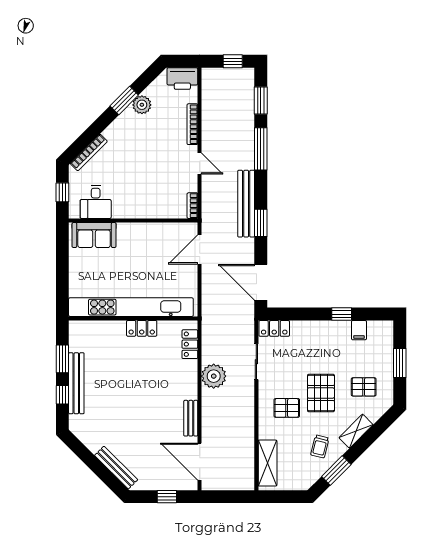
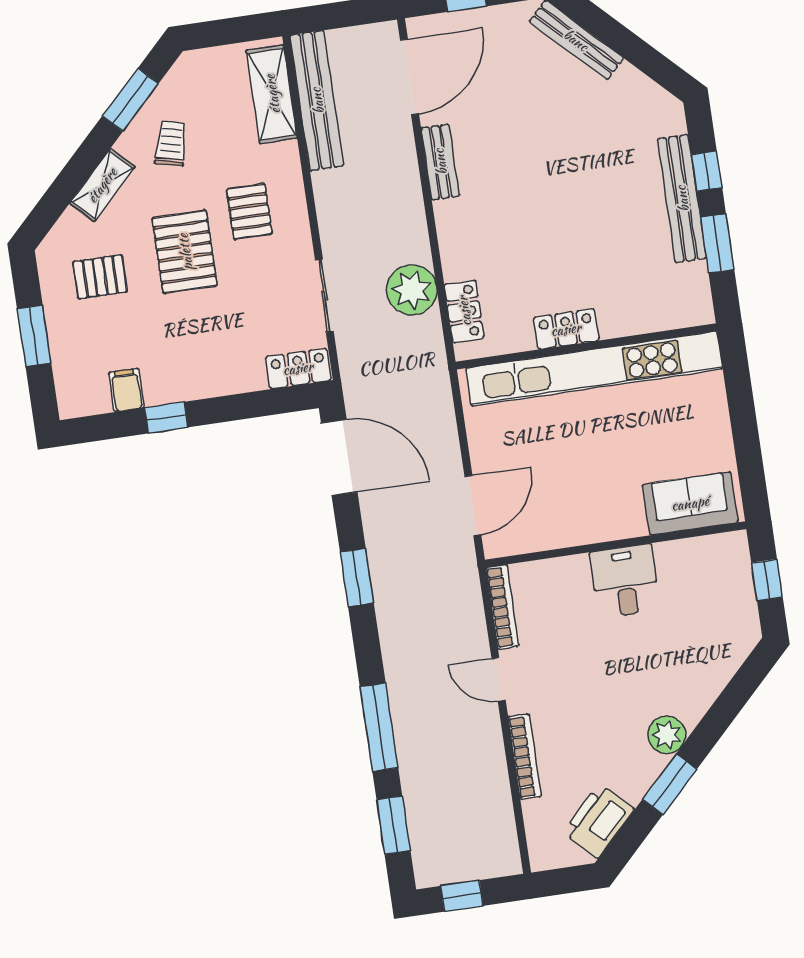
printer: (182, 79) -> (598, 821), moved, turned -45
plant: (142, 105) -> (667, 735), moved
bookcase: (89, 152) -> (725, 669), removed
desk: (96, 202) -> (625, 581), moved
bench: (246, 204) -> (317, 101), moved
bookcase: (192, 206) -> (502, 607), width x1.56
plant: (214, 376) -> (412, 290), moved
pallet: (287, 408) -> (249, 211), turned 90
door: (200, 462) -> (410, 77), hinge flipped

